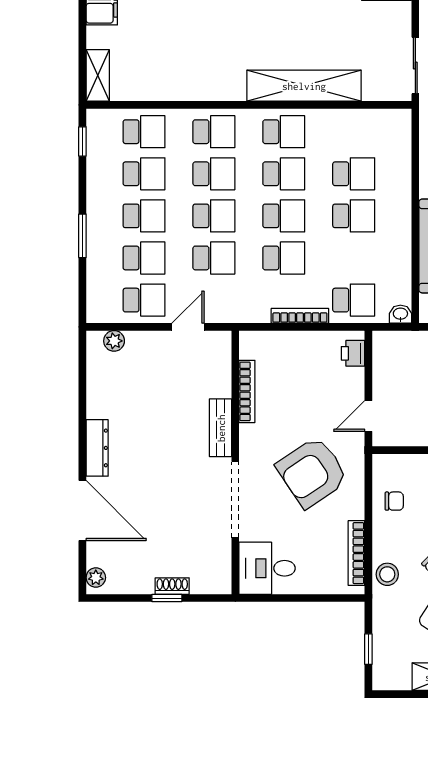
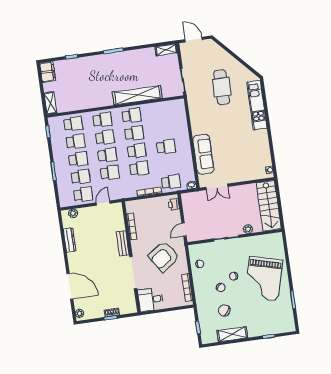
school desk: (354, 174) -> (163, 129), removed
dresser: (97, 448) -> (70, 240), moved
stool: (387, 574) -> (201, 295), removed

